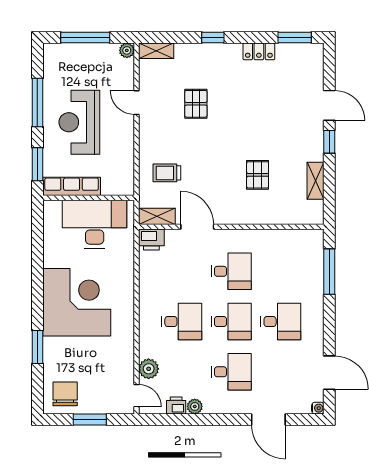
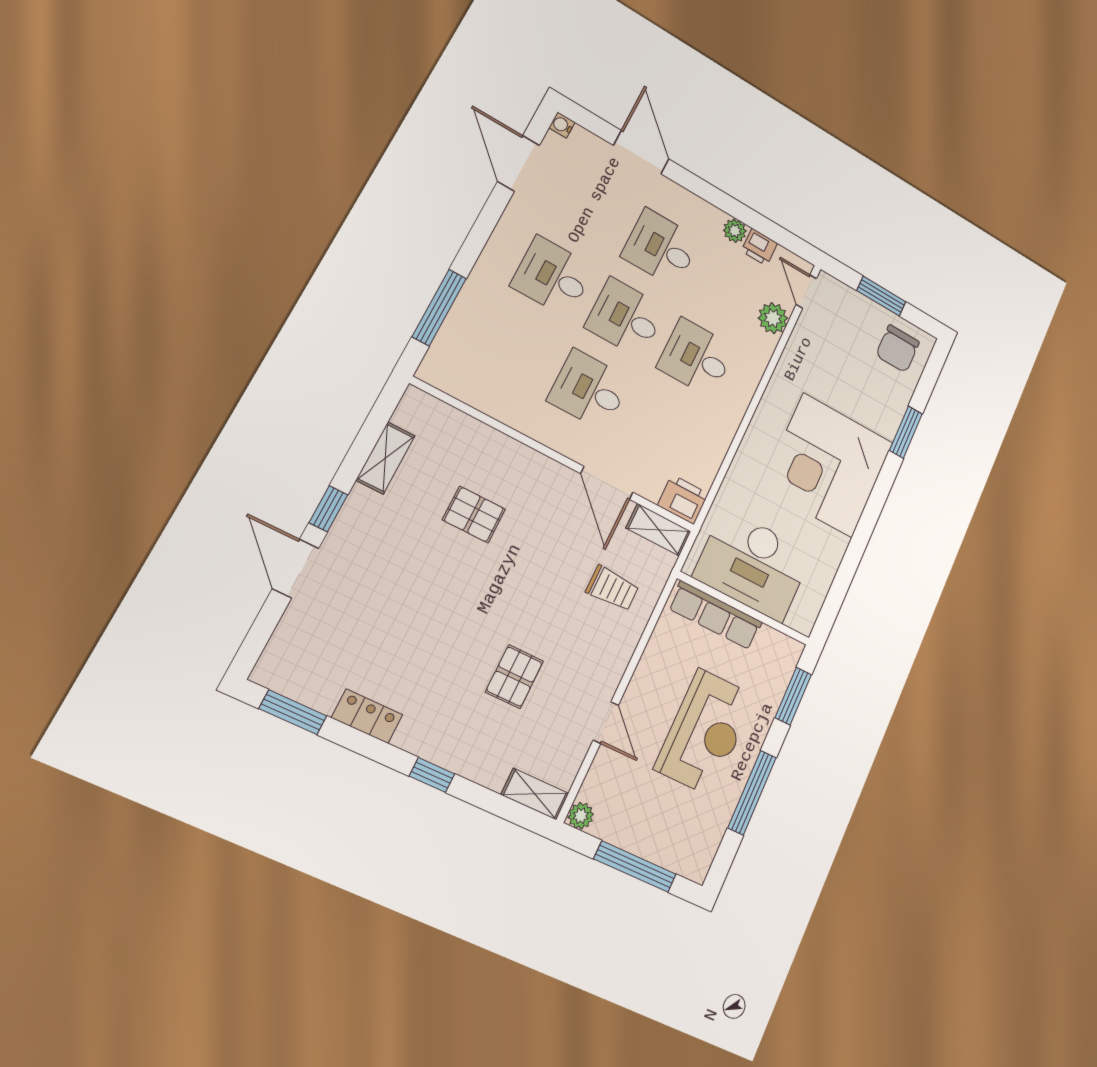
pallet: (258, 175) -> (474, 515), turned 90
row of seats: (72, 186) -> (715, 615), moved

